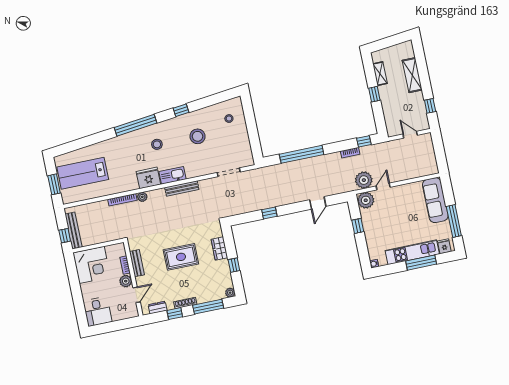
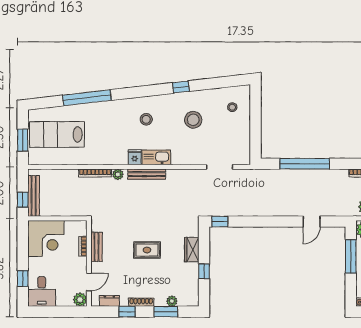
window: (135, 125) -> (87, 98), moved
fridge: (148, 178) -> (135, 157), width x0.53, depth x0.75
bench: (182, 188) -> (147, 174), moved
window: (269, 213) -> (220, 222), moved
window: (358, 226) -> (351, 256), width x2.17
rug: (181, 257) -> (147, 250), width x0.73, depth x0.70
plant: (126, 281) -> (80, 300), moved
plant: (230, 293) -> (172, 301), moved
window: (79, 304) -> (23, 279), added
window: (208, 307) -> (166, 312), width x0.69

